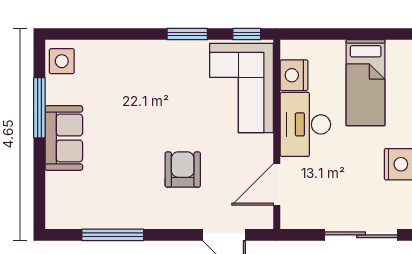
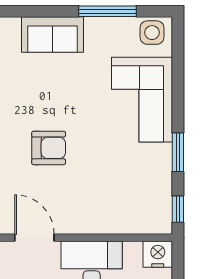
nightstand: (294, 75) -> (158, 254), moved
corner sofa: (242, 88) -> (142, 100), moved, turned -90
sofa: (64, 138) -> (52, 34), moved

